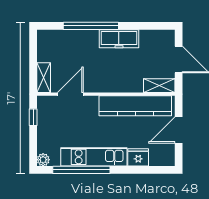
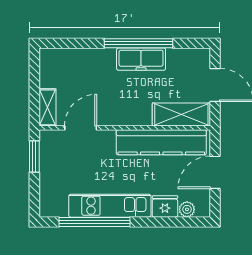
window: (91, 26) -> (139, 43), moved
shelving: (159, 86) -> (181, 114), width x1.50, depth x1.33
window: (33, 117) -> (34, 157), width x1.50
plant: (43, 160) -> (187, 209), moved

